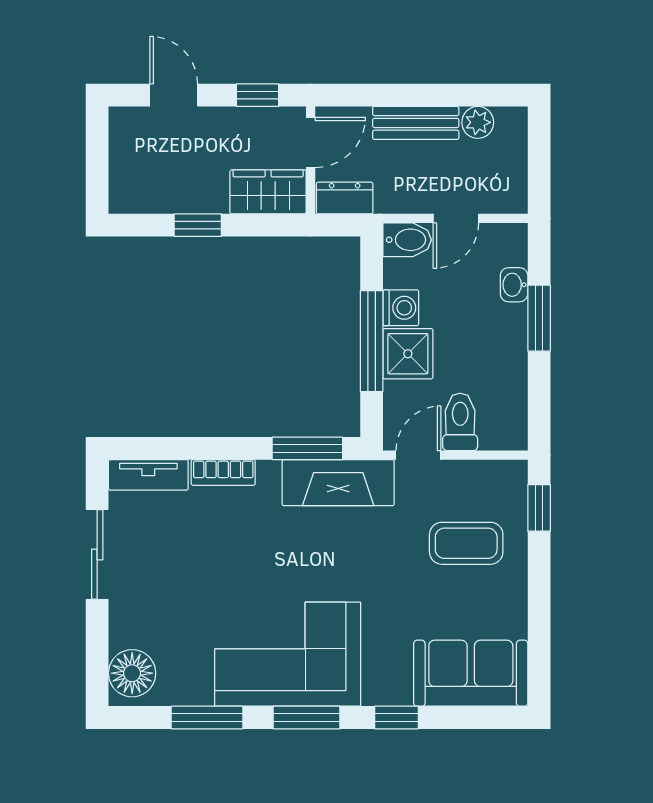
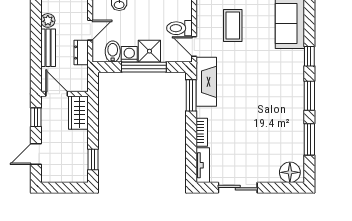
dresser: (345, 198) -> (81, 52), moved
door: (456, 218) -> (90, 30), hinge flipped
window: (198, 225) -> (93, 159), moved
bidet: (407, 240) -> (113, 51), moved
corner sofa: (288, 654) -> (282, 104), removed

